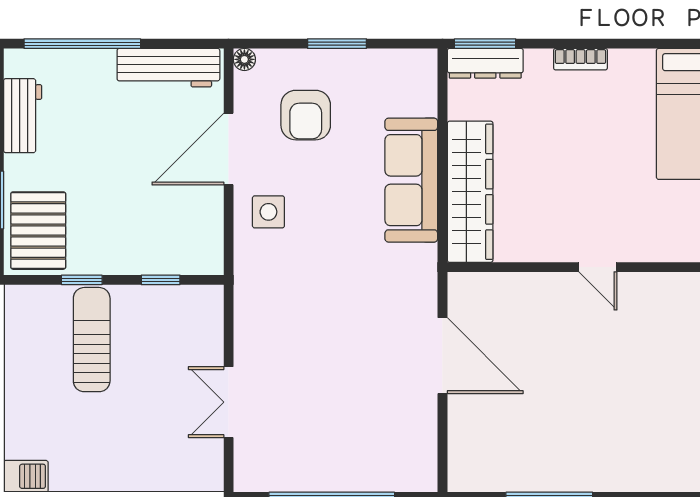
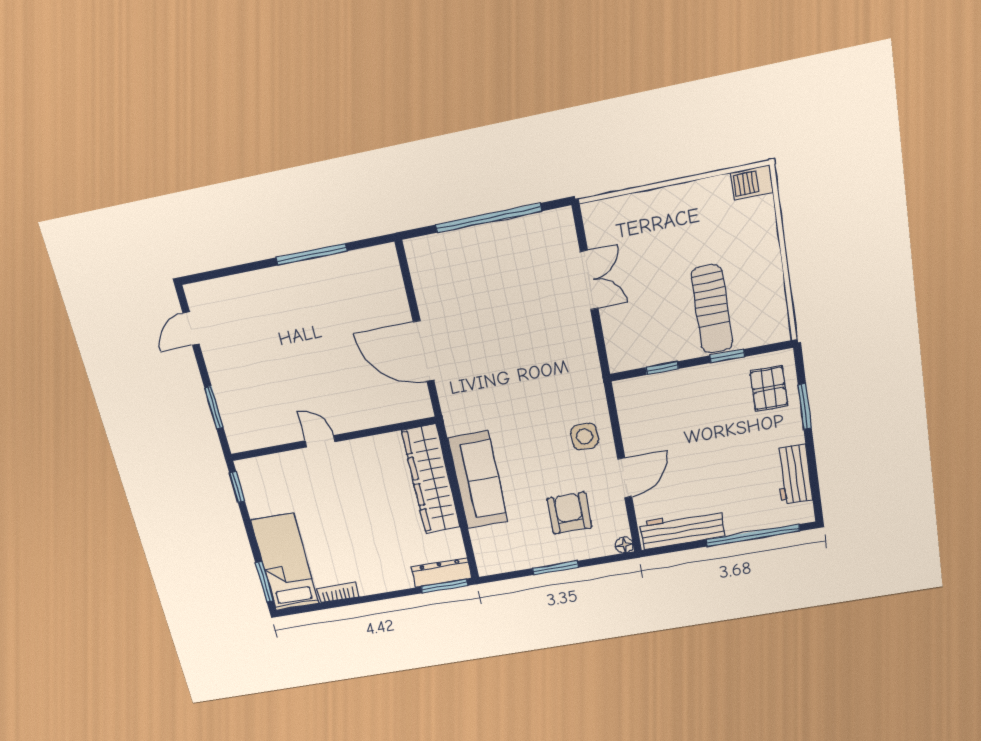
bookcase: (580, 59) -> (338, 593), moved
door: (229, 149) -> (625, 478), width x0.73
pallet: (38, 231) -> (769, 389), width x0.67, depth x0.71

